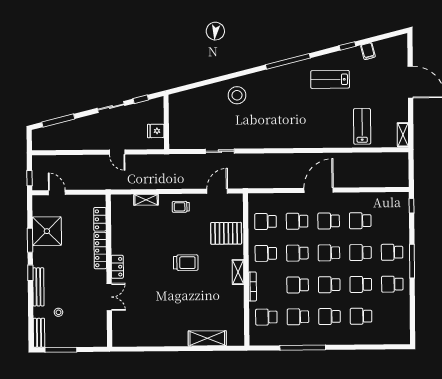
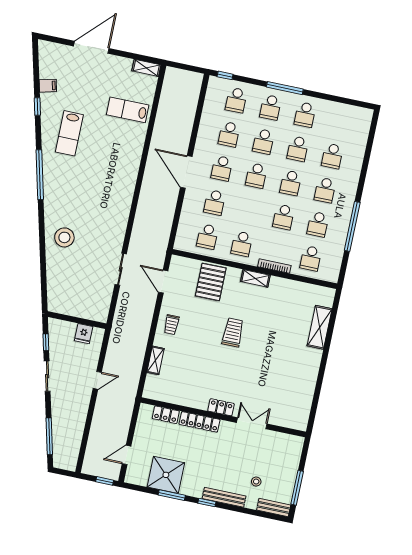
school desk: (297, 253) -> (236, 100), moved

